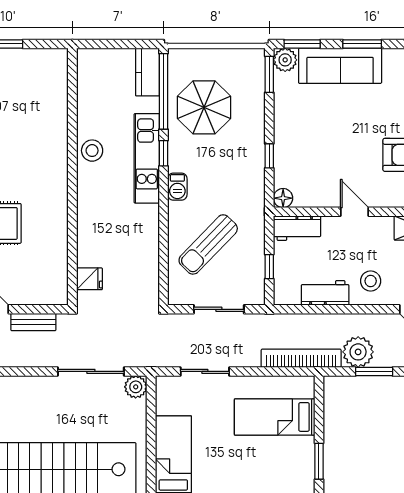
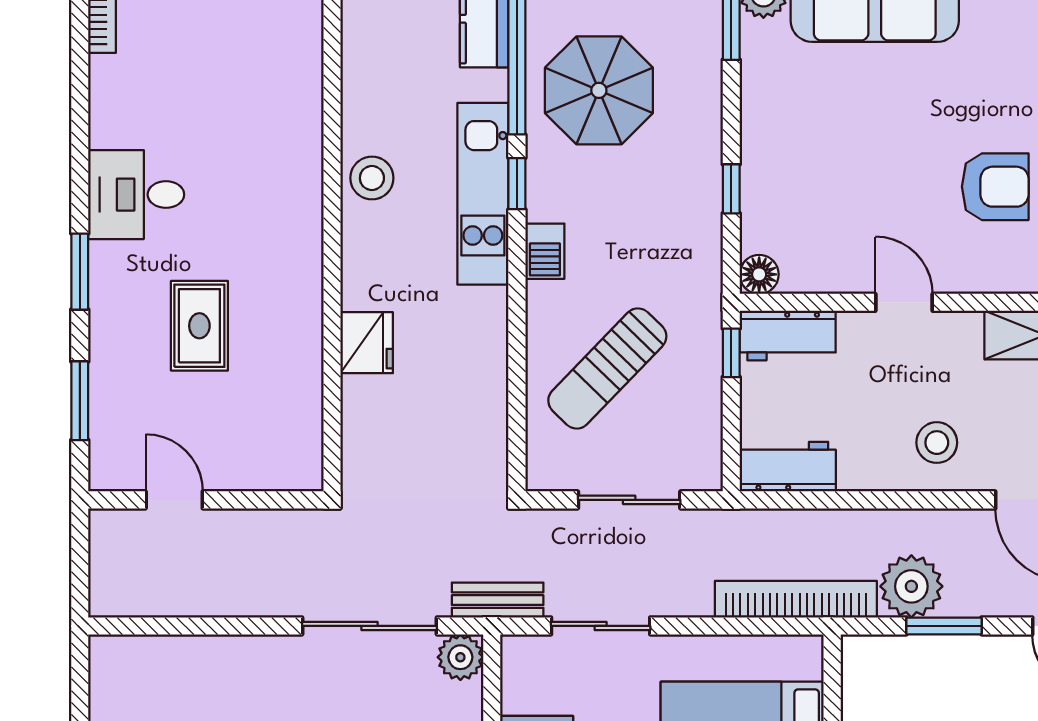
window: (269, 267) -> (731, 353), moved
fridge: (89, 279) -> (367, 343), moved, width x1.38
workbench: (325, 293) -> (788, 467), moved
bench: (33, 322) -> (498, 600), moved

